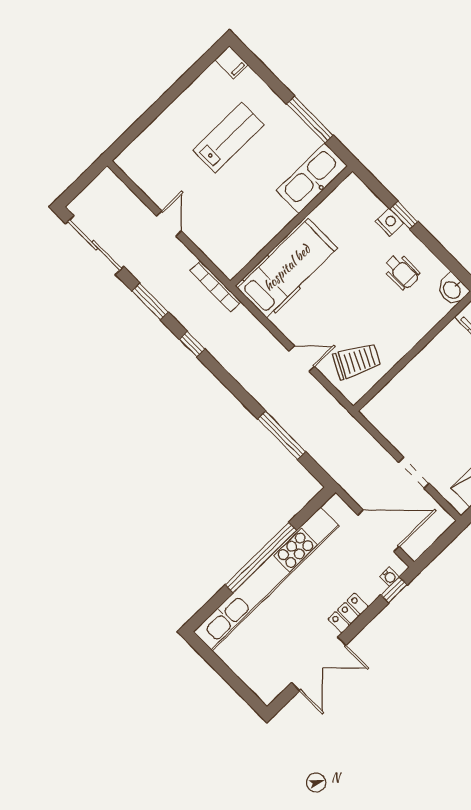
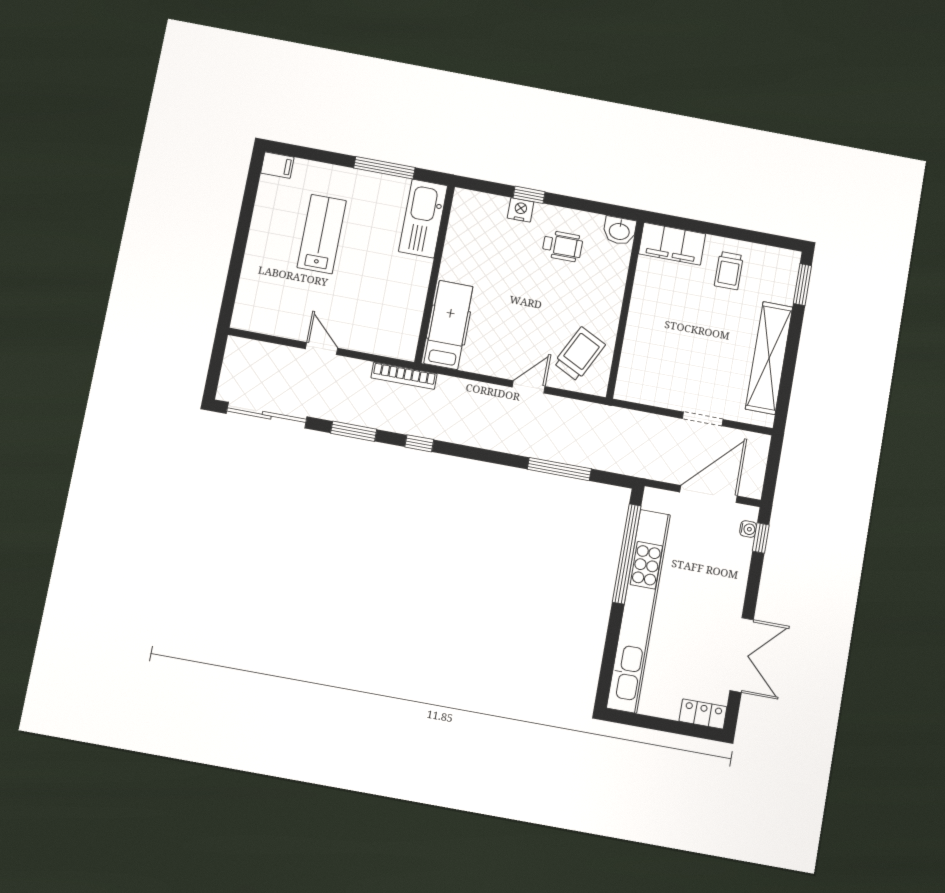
hospital bed: (287, 268) -> (448, 325), width x0.73, depth x0.78
window: (261, 558) -> (627, 554), moved
locker: (348, 613) -> (703, 714), moved, turned 90

